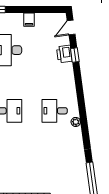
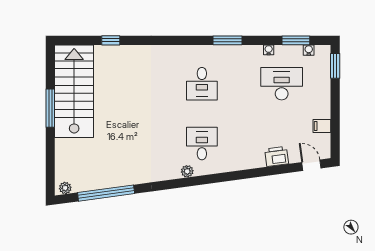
filing cabinet: (29, 20) -> (322, 126), moved
window: (75, 55) -> (275, 170), removed

